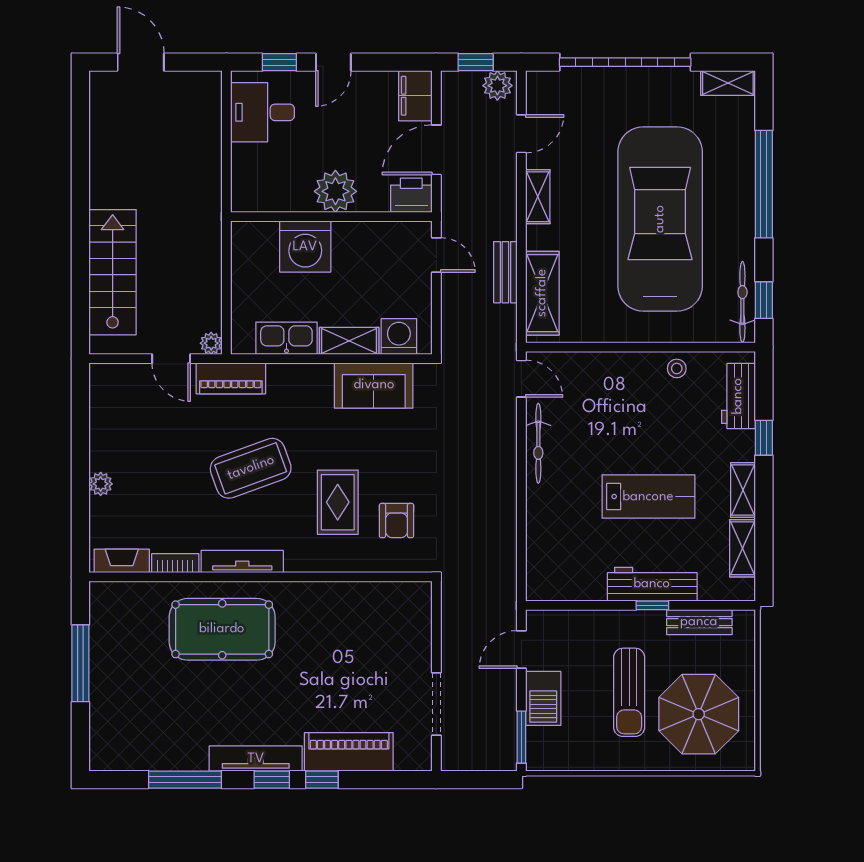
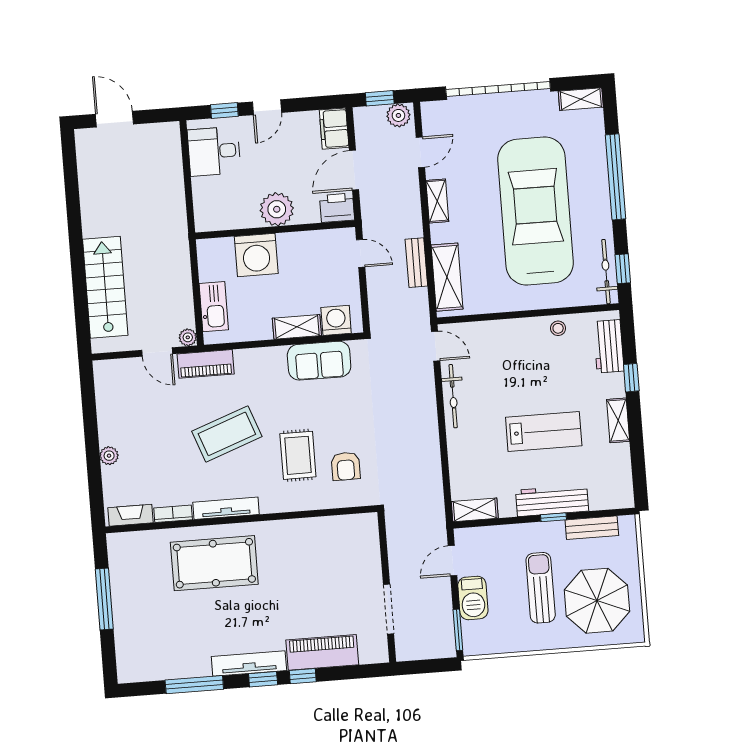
kitchen sink: (286, 338) -> (214, 307), moved, turned 90
shelving: (742, 548) -> (475, 510), moved, turned 90
sun lounger: (629, 692) -> (541, 588), turned 180

